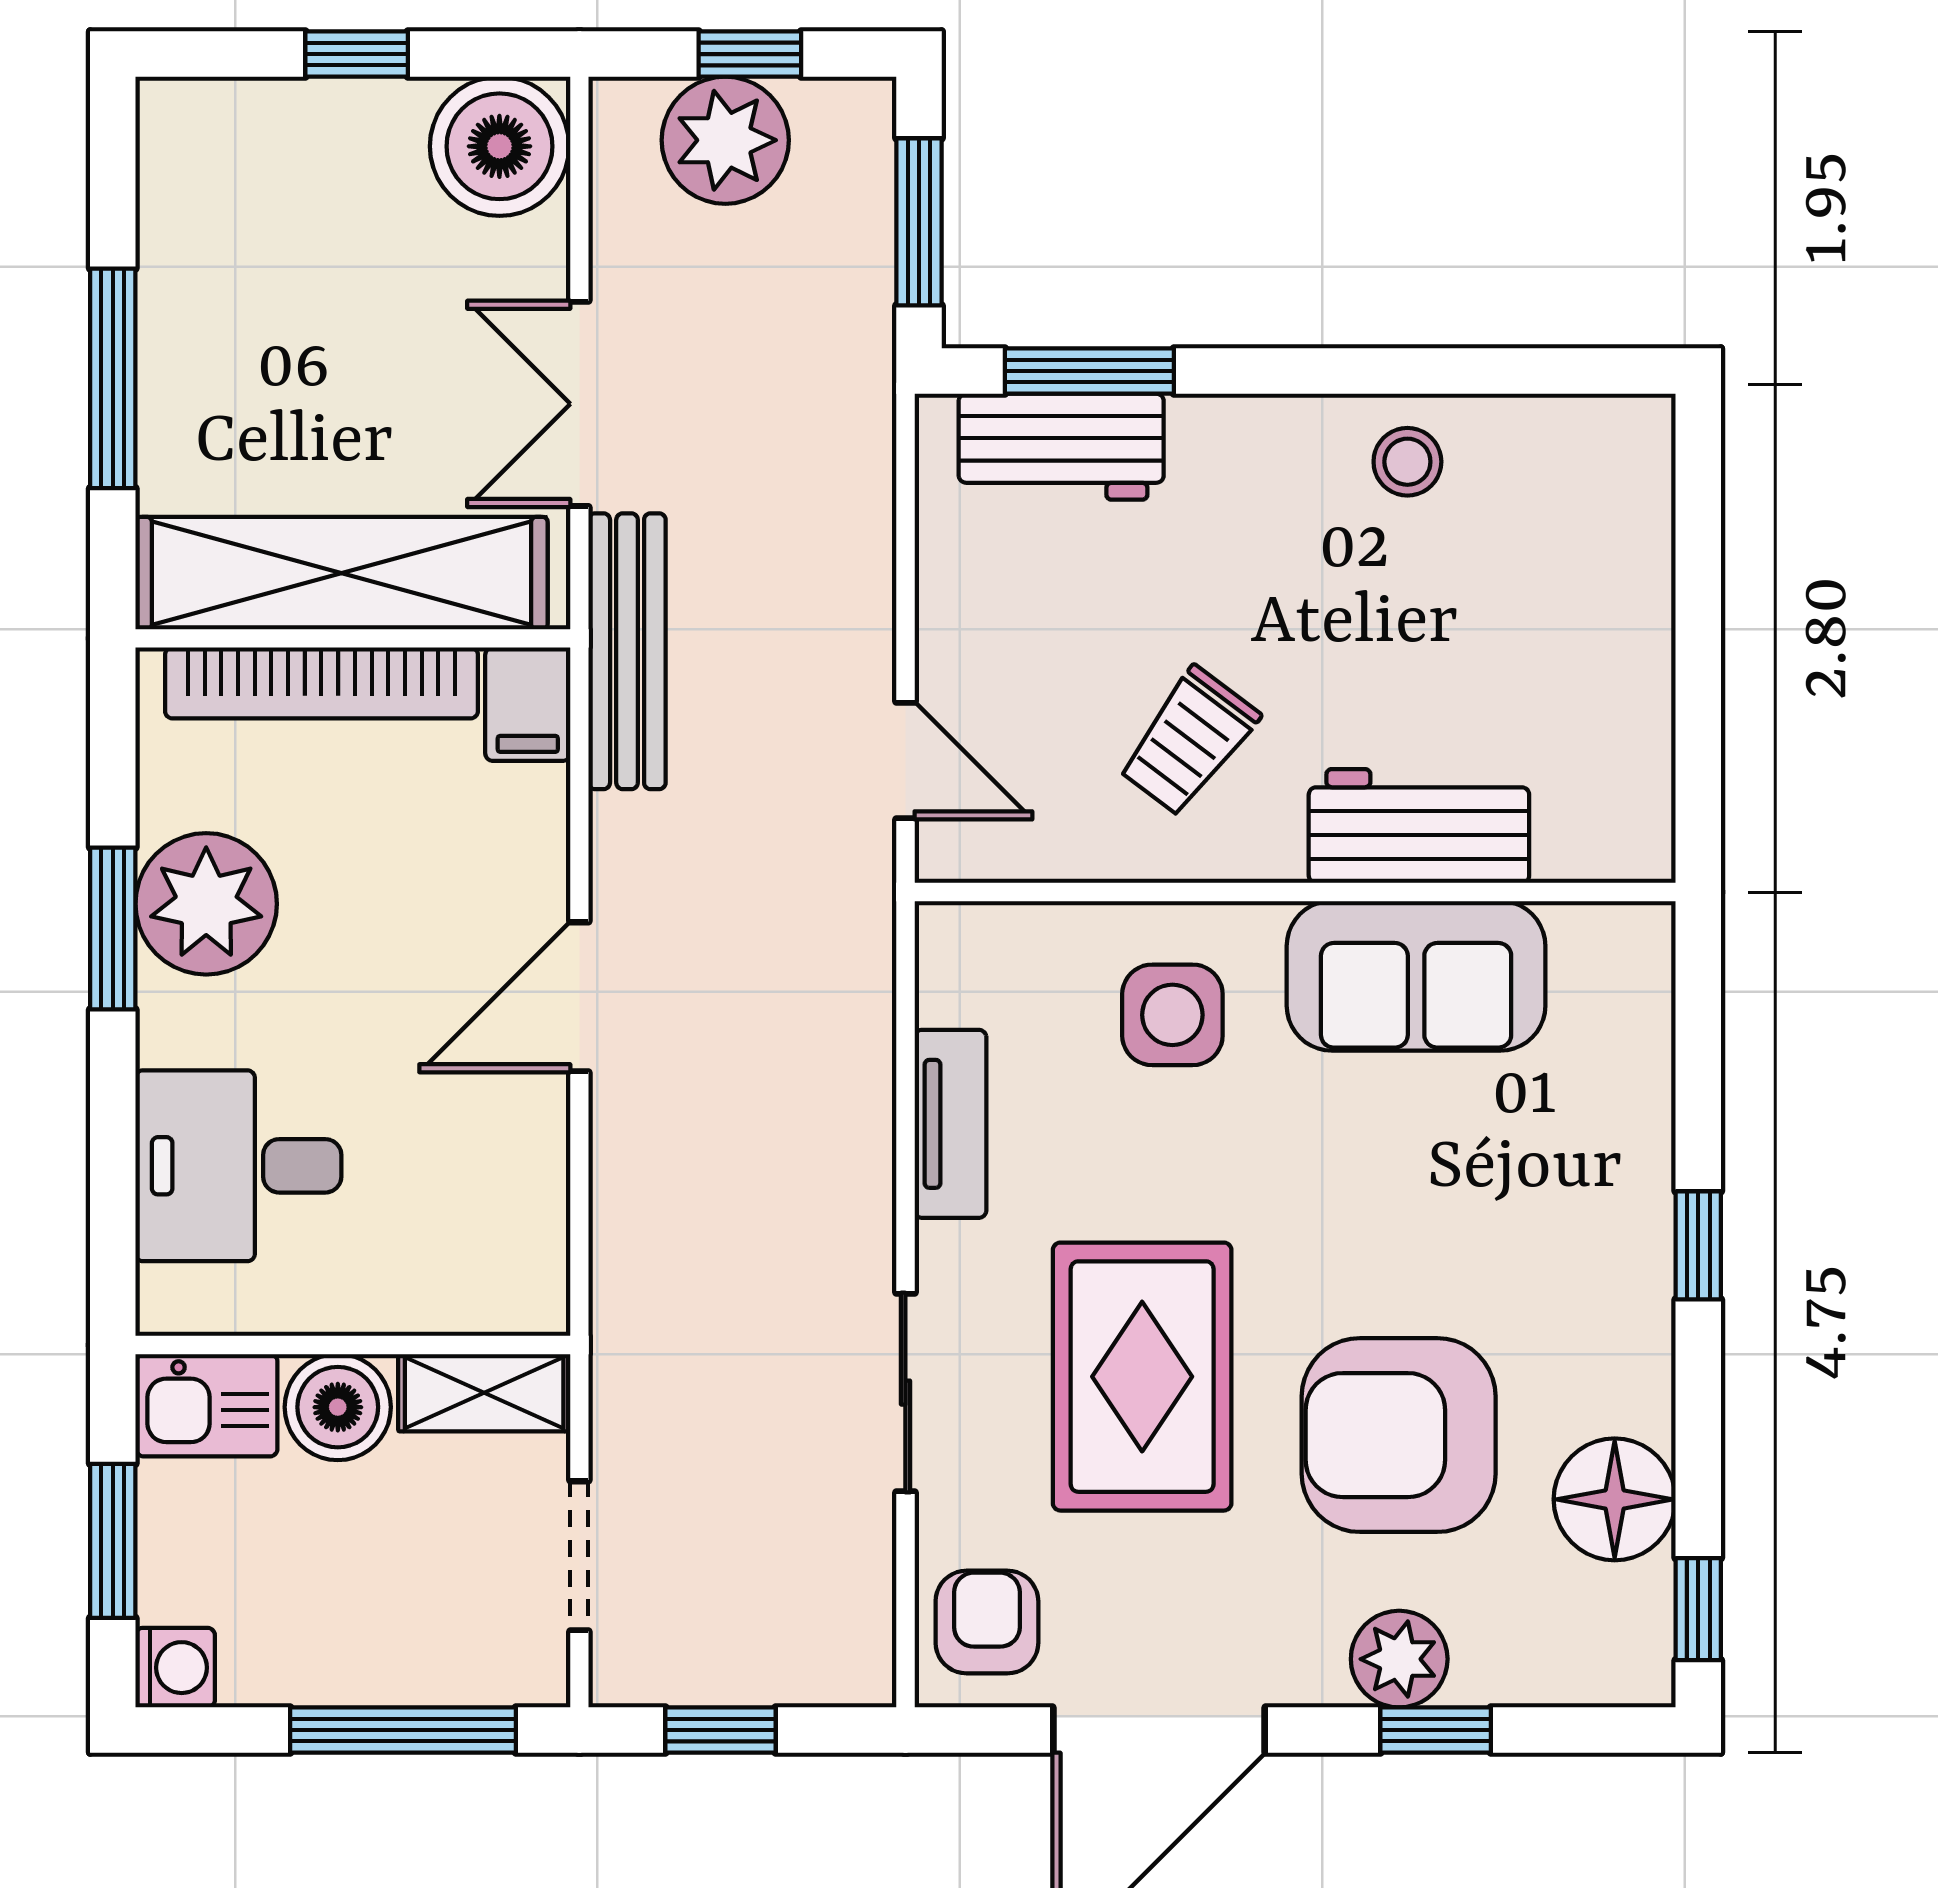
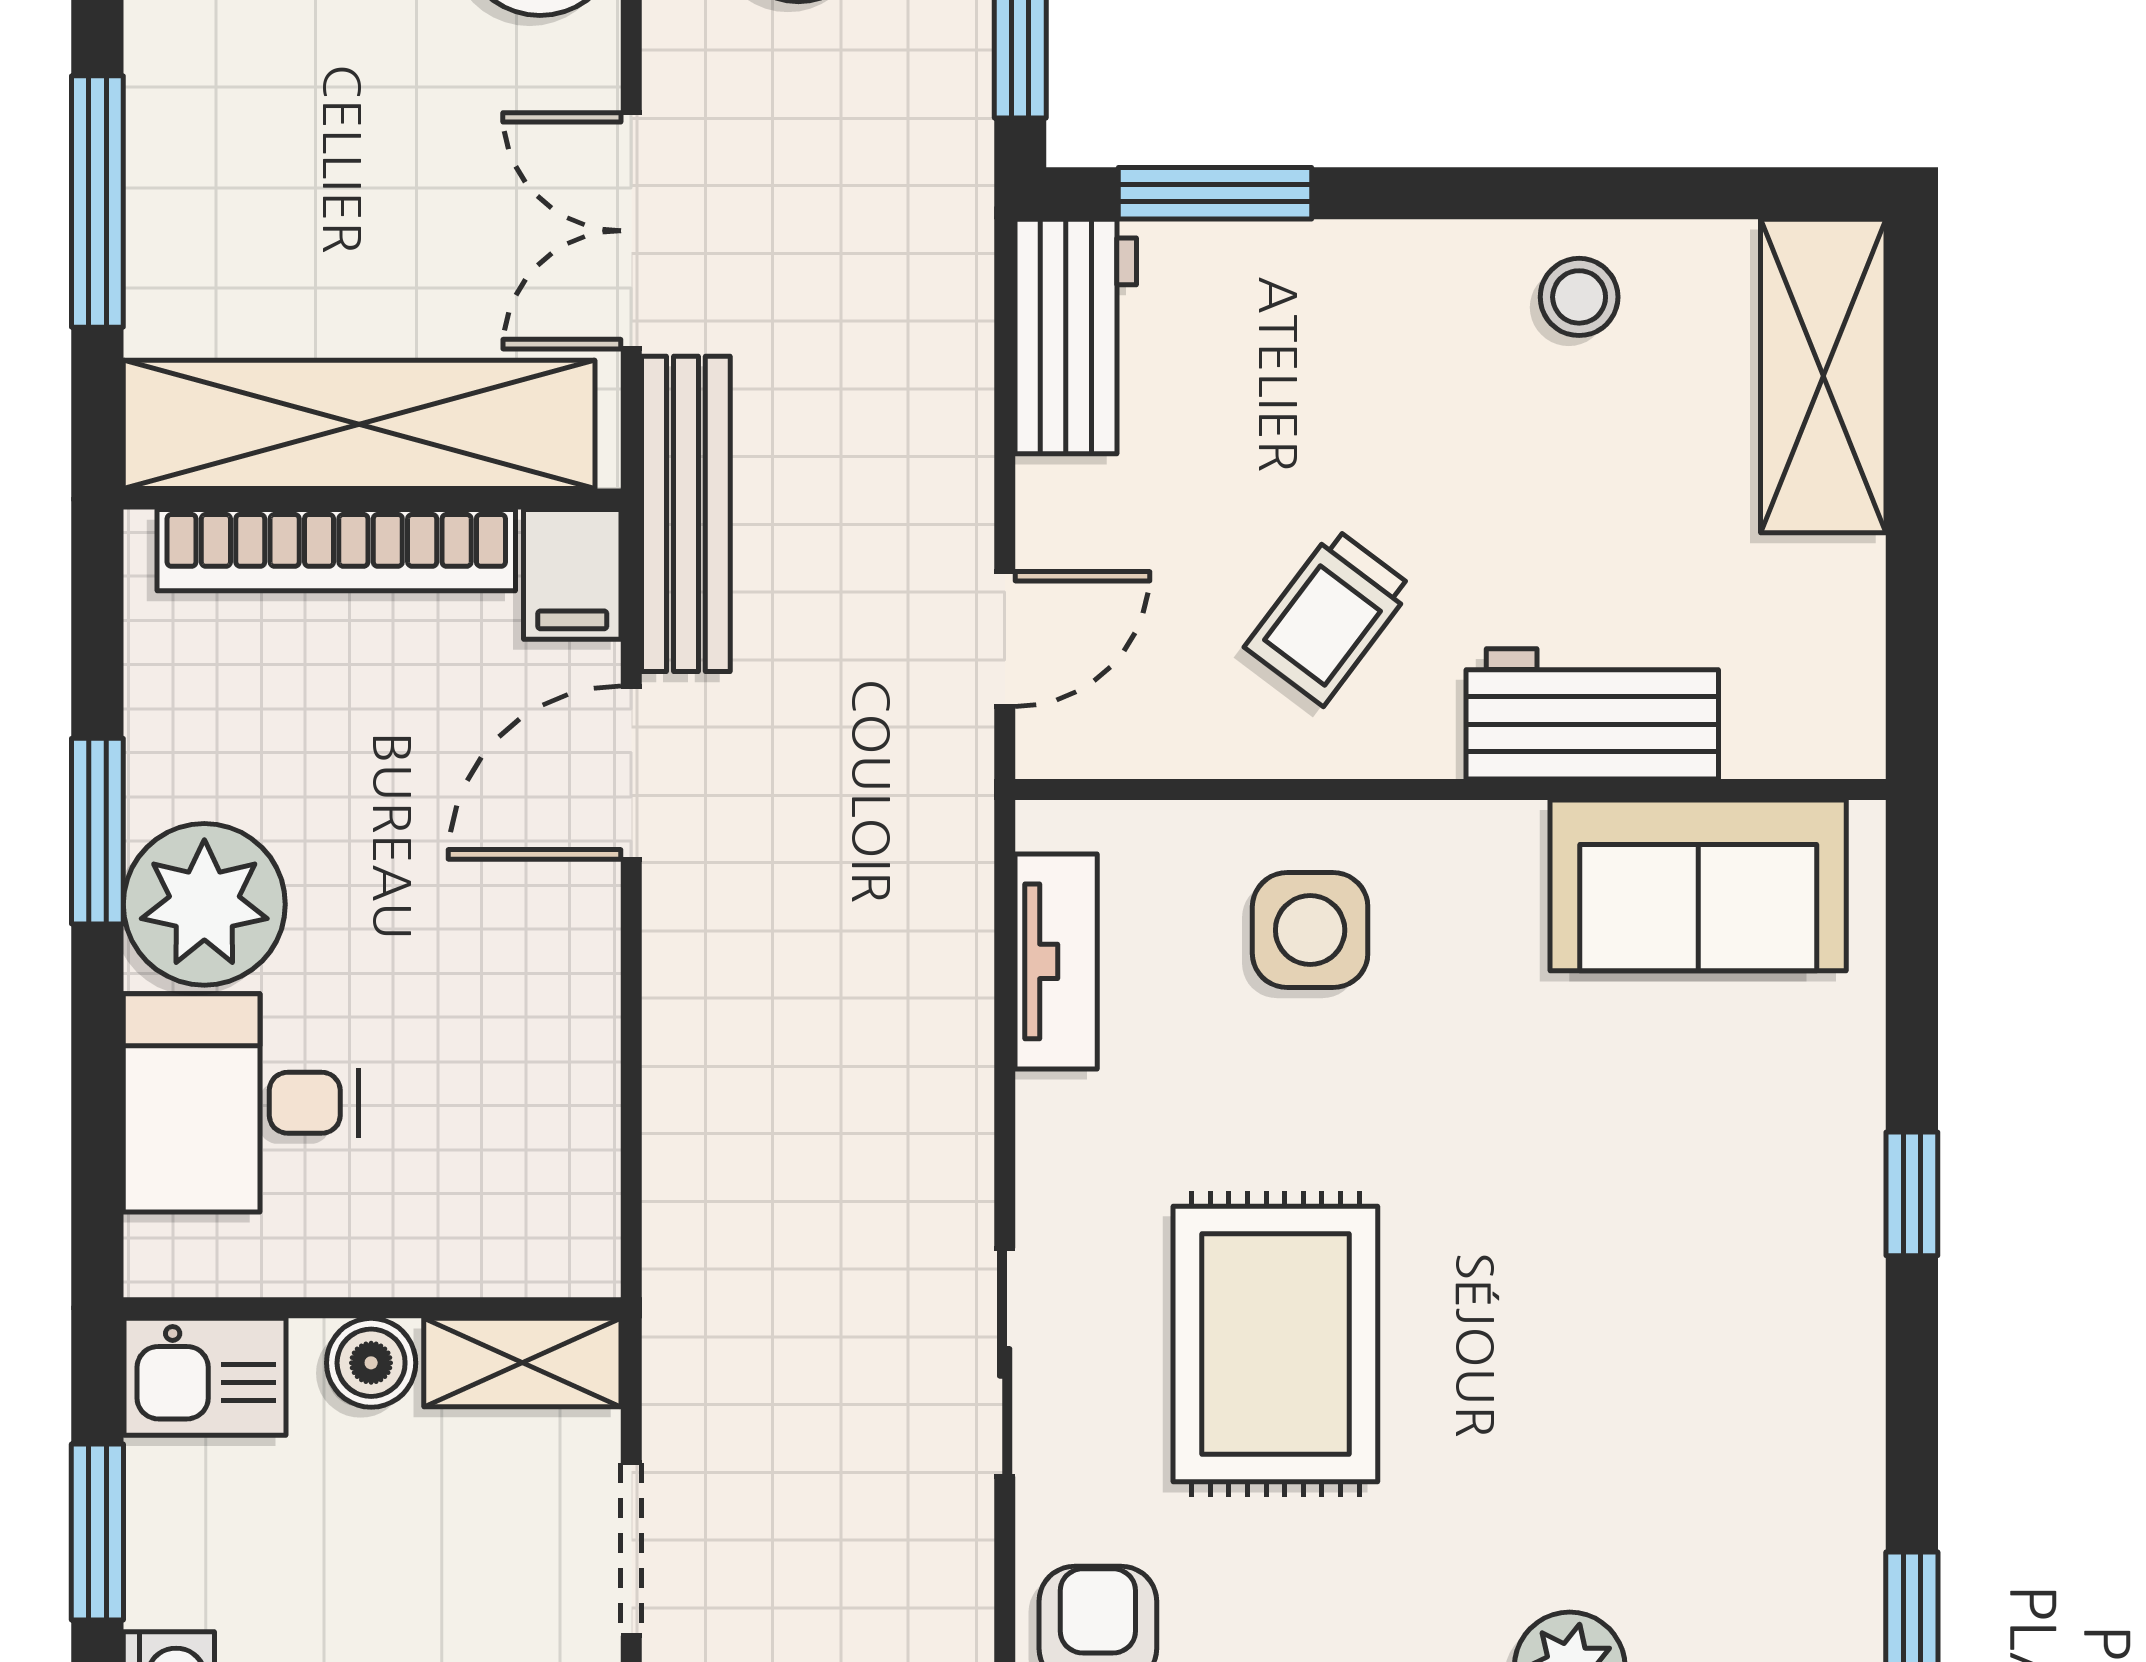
workbench: (1061, 447) -> (1076, 337), moved, turned -90
shelving: (1621, 531) -> (1823, 376), added
door: (905, 761) -> (1005, 639), hinge flipped
plant: (206, 904) -> (204, 904), moved
sofa: (1416, 976) -> (1698, 885), moved
door: (579, 997) -> (631, 773), moved
tv unit: (950, 1124) -> (1056, 961), moved
boiler: (338, 1407) -> (371, 1363), width x0.73, depth x0.73
armchair: (1399, 1435) -> (1569, 1411), removed
floor lamp: (1615, 1499) -> (1816, 1485), removed

